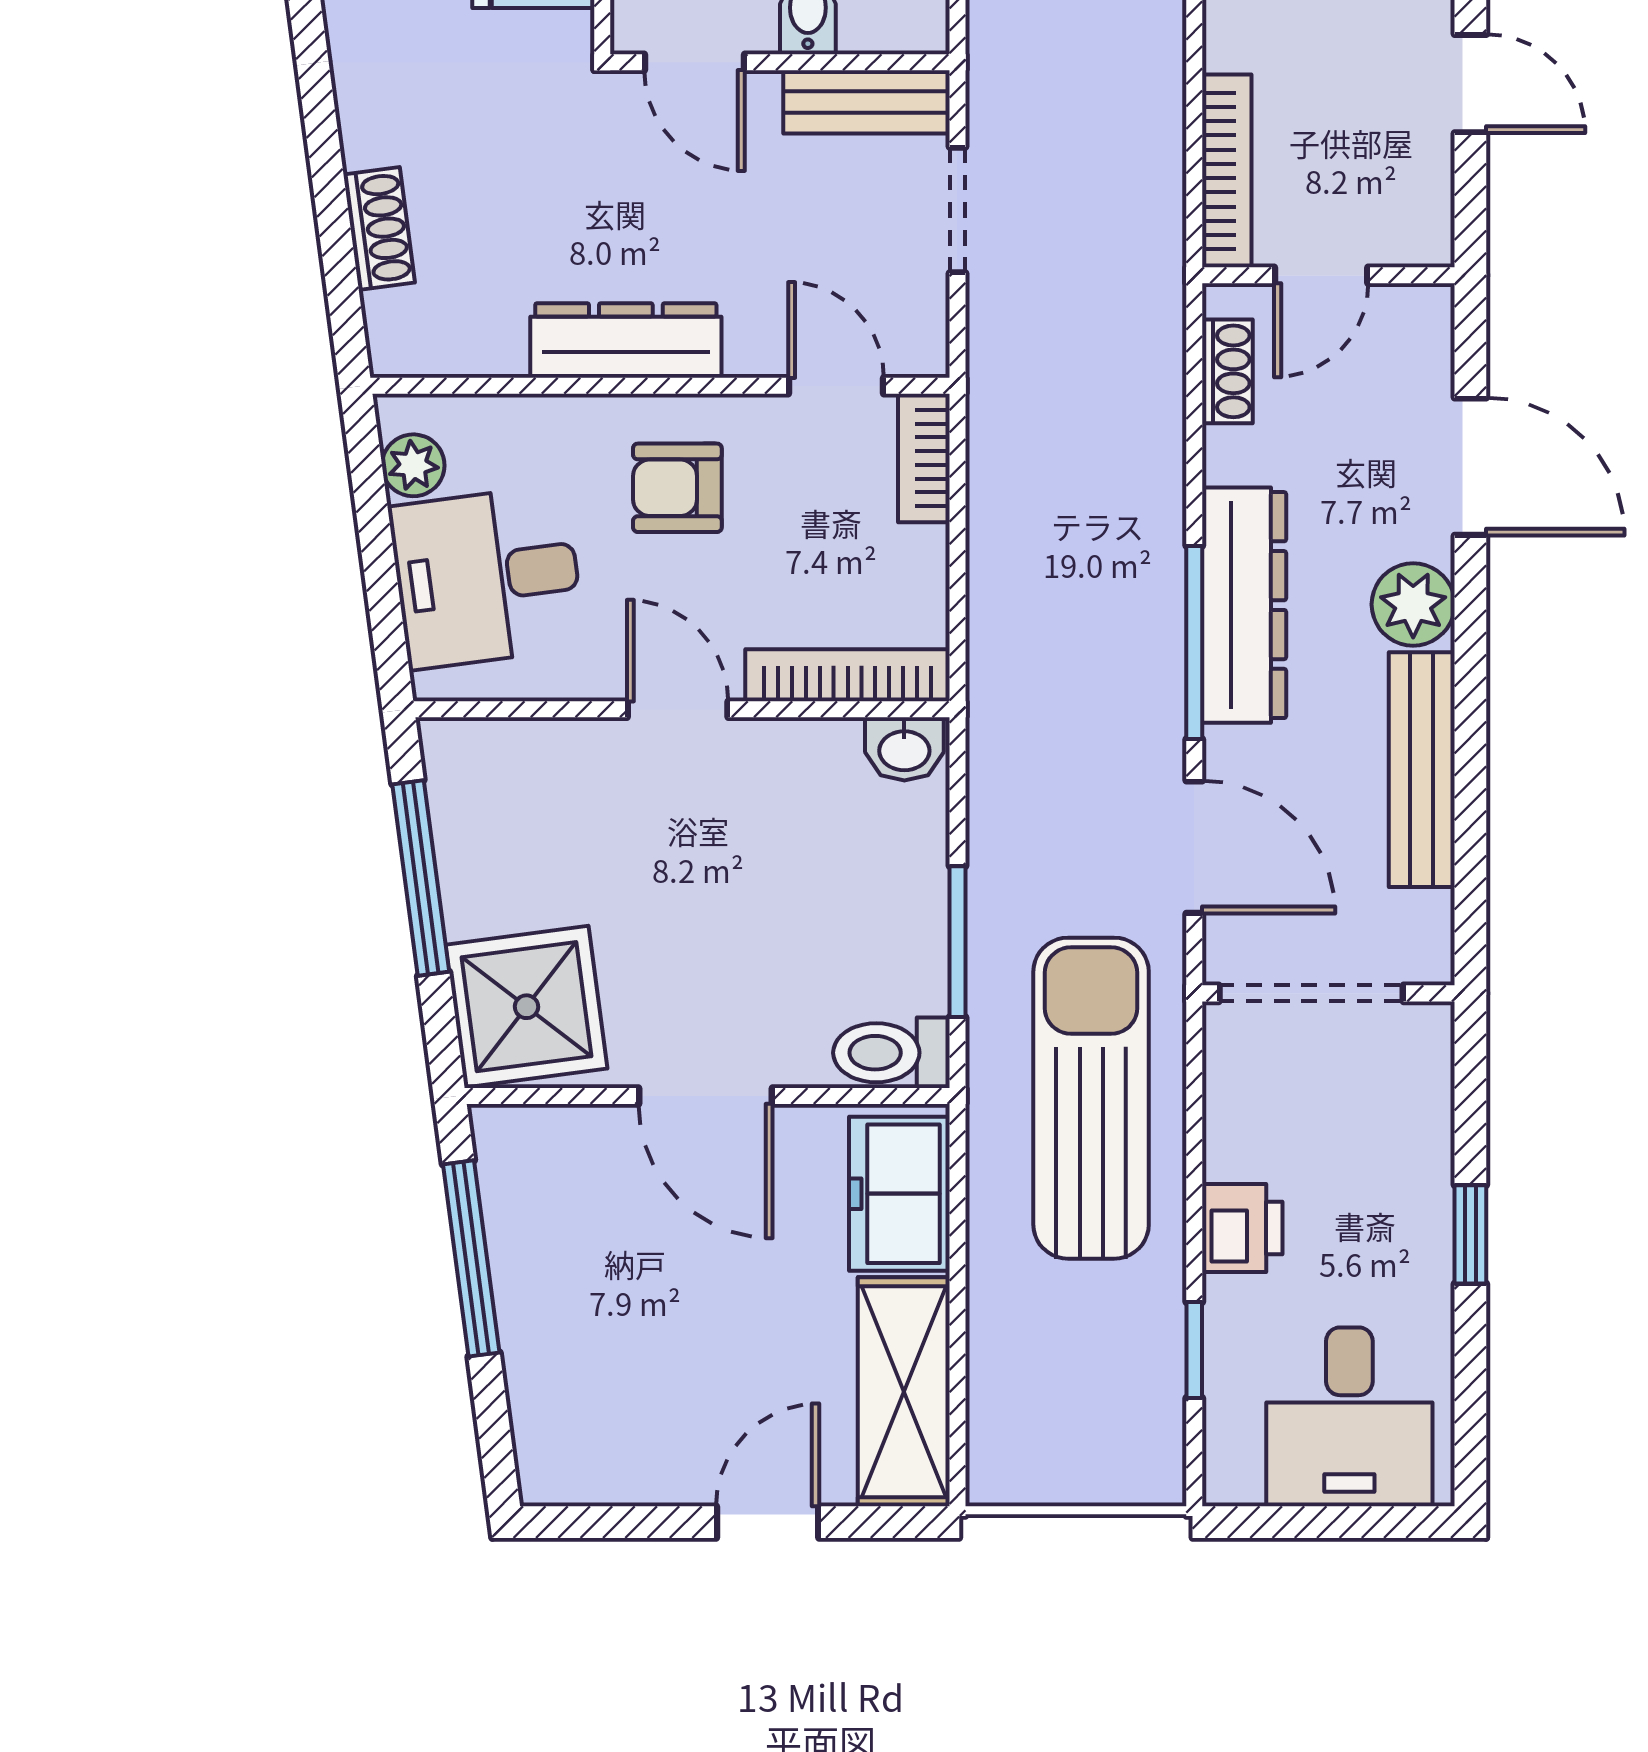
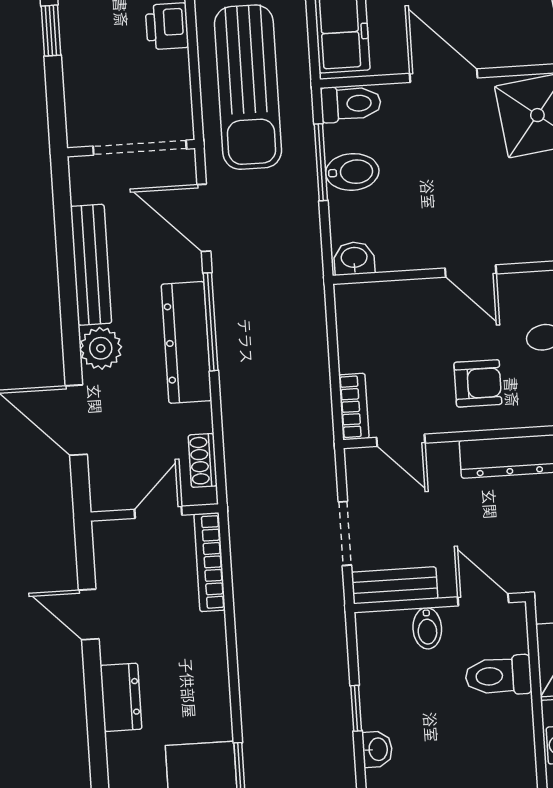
bookcase: (848, 675) -> (385, 294), removed
bidet: (897, 919) -> (352, 172), added

